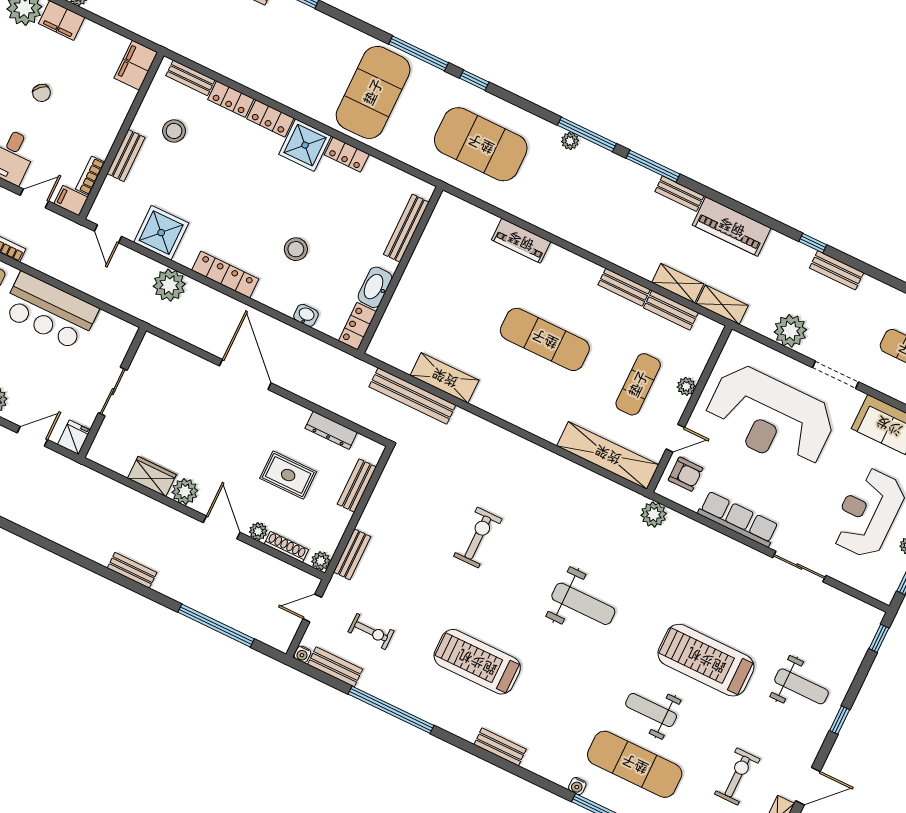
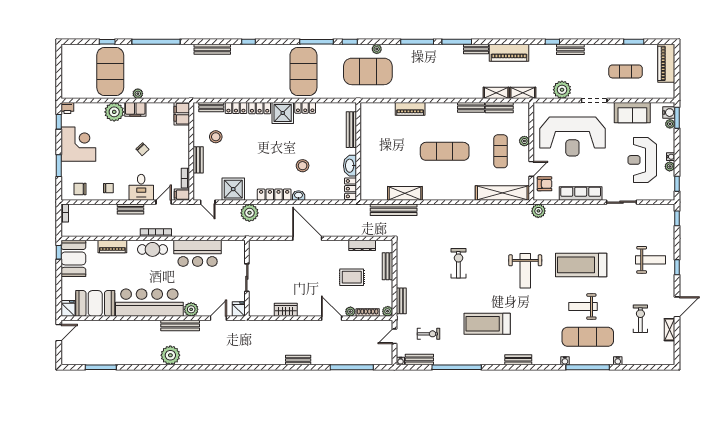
plant: (570, 141) -> (377, 49), moved
washbasin: (306, 315) -> (299, 195), moved
plant: (185, 491) -> (305, 309), removed
weight bench: (583, 604) -> (525, 271), turned 90
treadmill: (706, 660) -> (581, 265), moved

